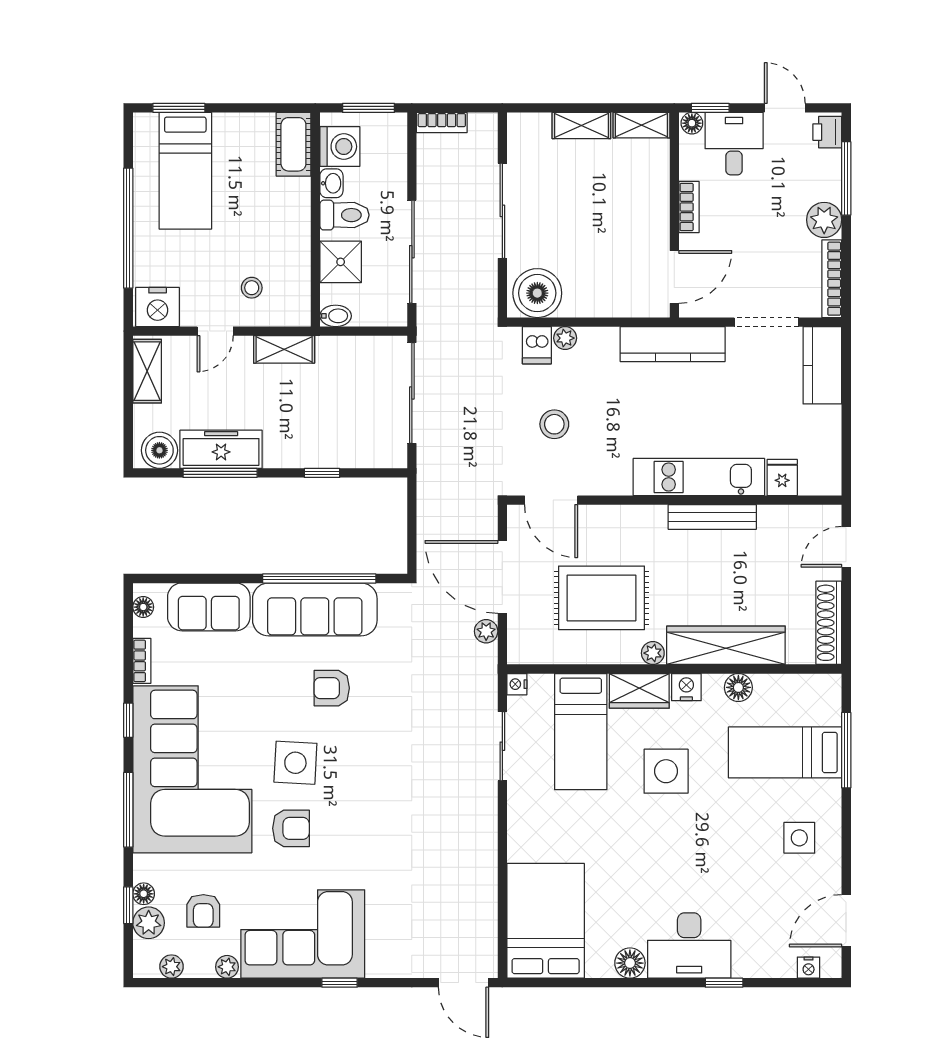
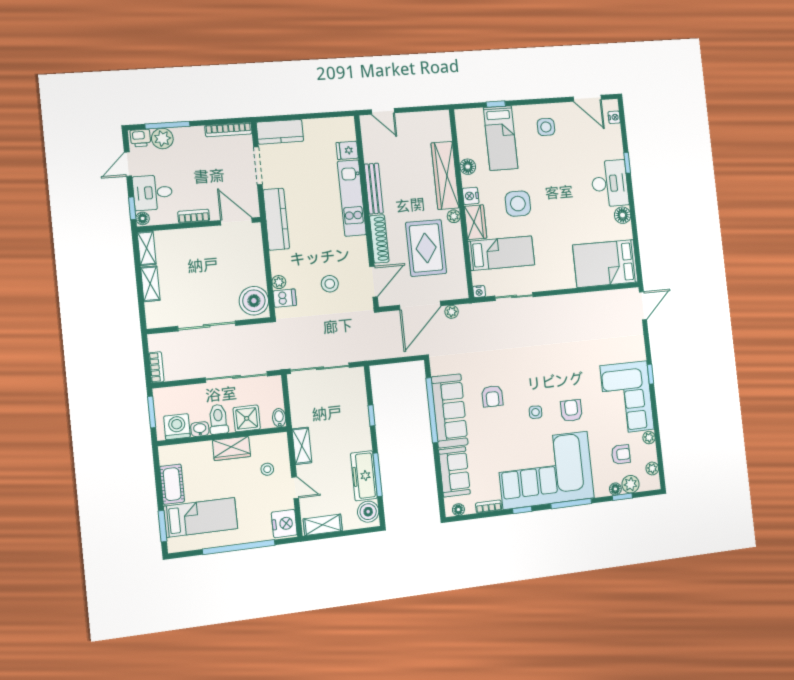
cot: (293, 144) -> (172, 484), moved, turned 90
plant: (824, 220) -> (162, 138), moved
wardrobe: (293, 232) -> (232, 448), added
shoe rack: (829, 623) -> (379, 239), moved, turned -90
window: (846, 750) -> (496, 104), width x0.46
side table: (295, 763) -> (535, 412), width x0.54, depth x0.54

